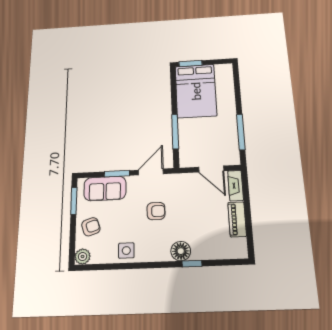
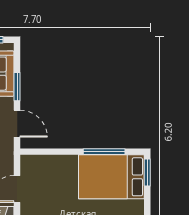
window: (175, 132) -> (104, 152), moved

